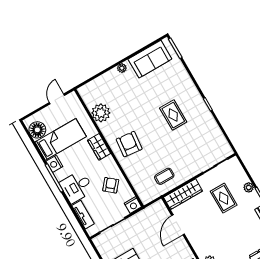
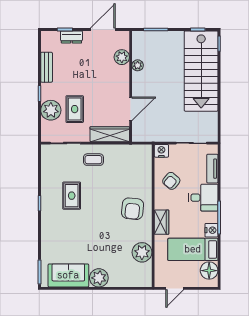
plant: (122, 68) -> (99, 278), width x1.88, depth x1.88
rug: (173, 115) -> (72, 196), moved
coffee table: (164, 176) -> (93, 160), moved
plant: (249, 187) -> (51, 110), width x1.88, depth x1.88

